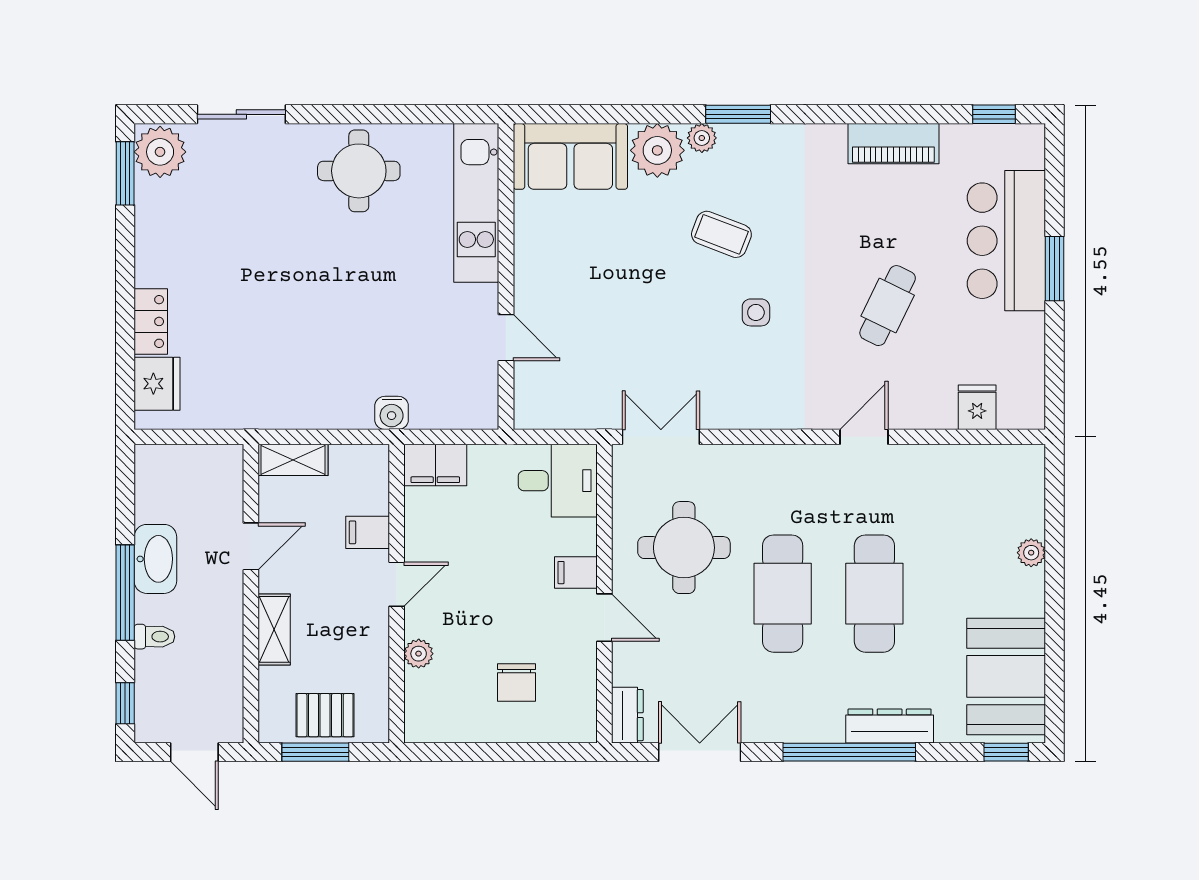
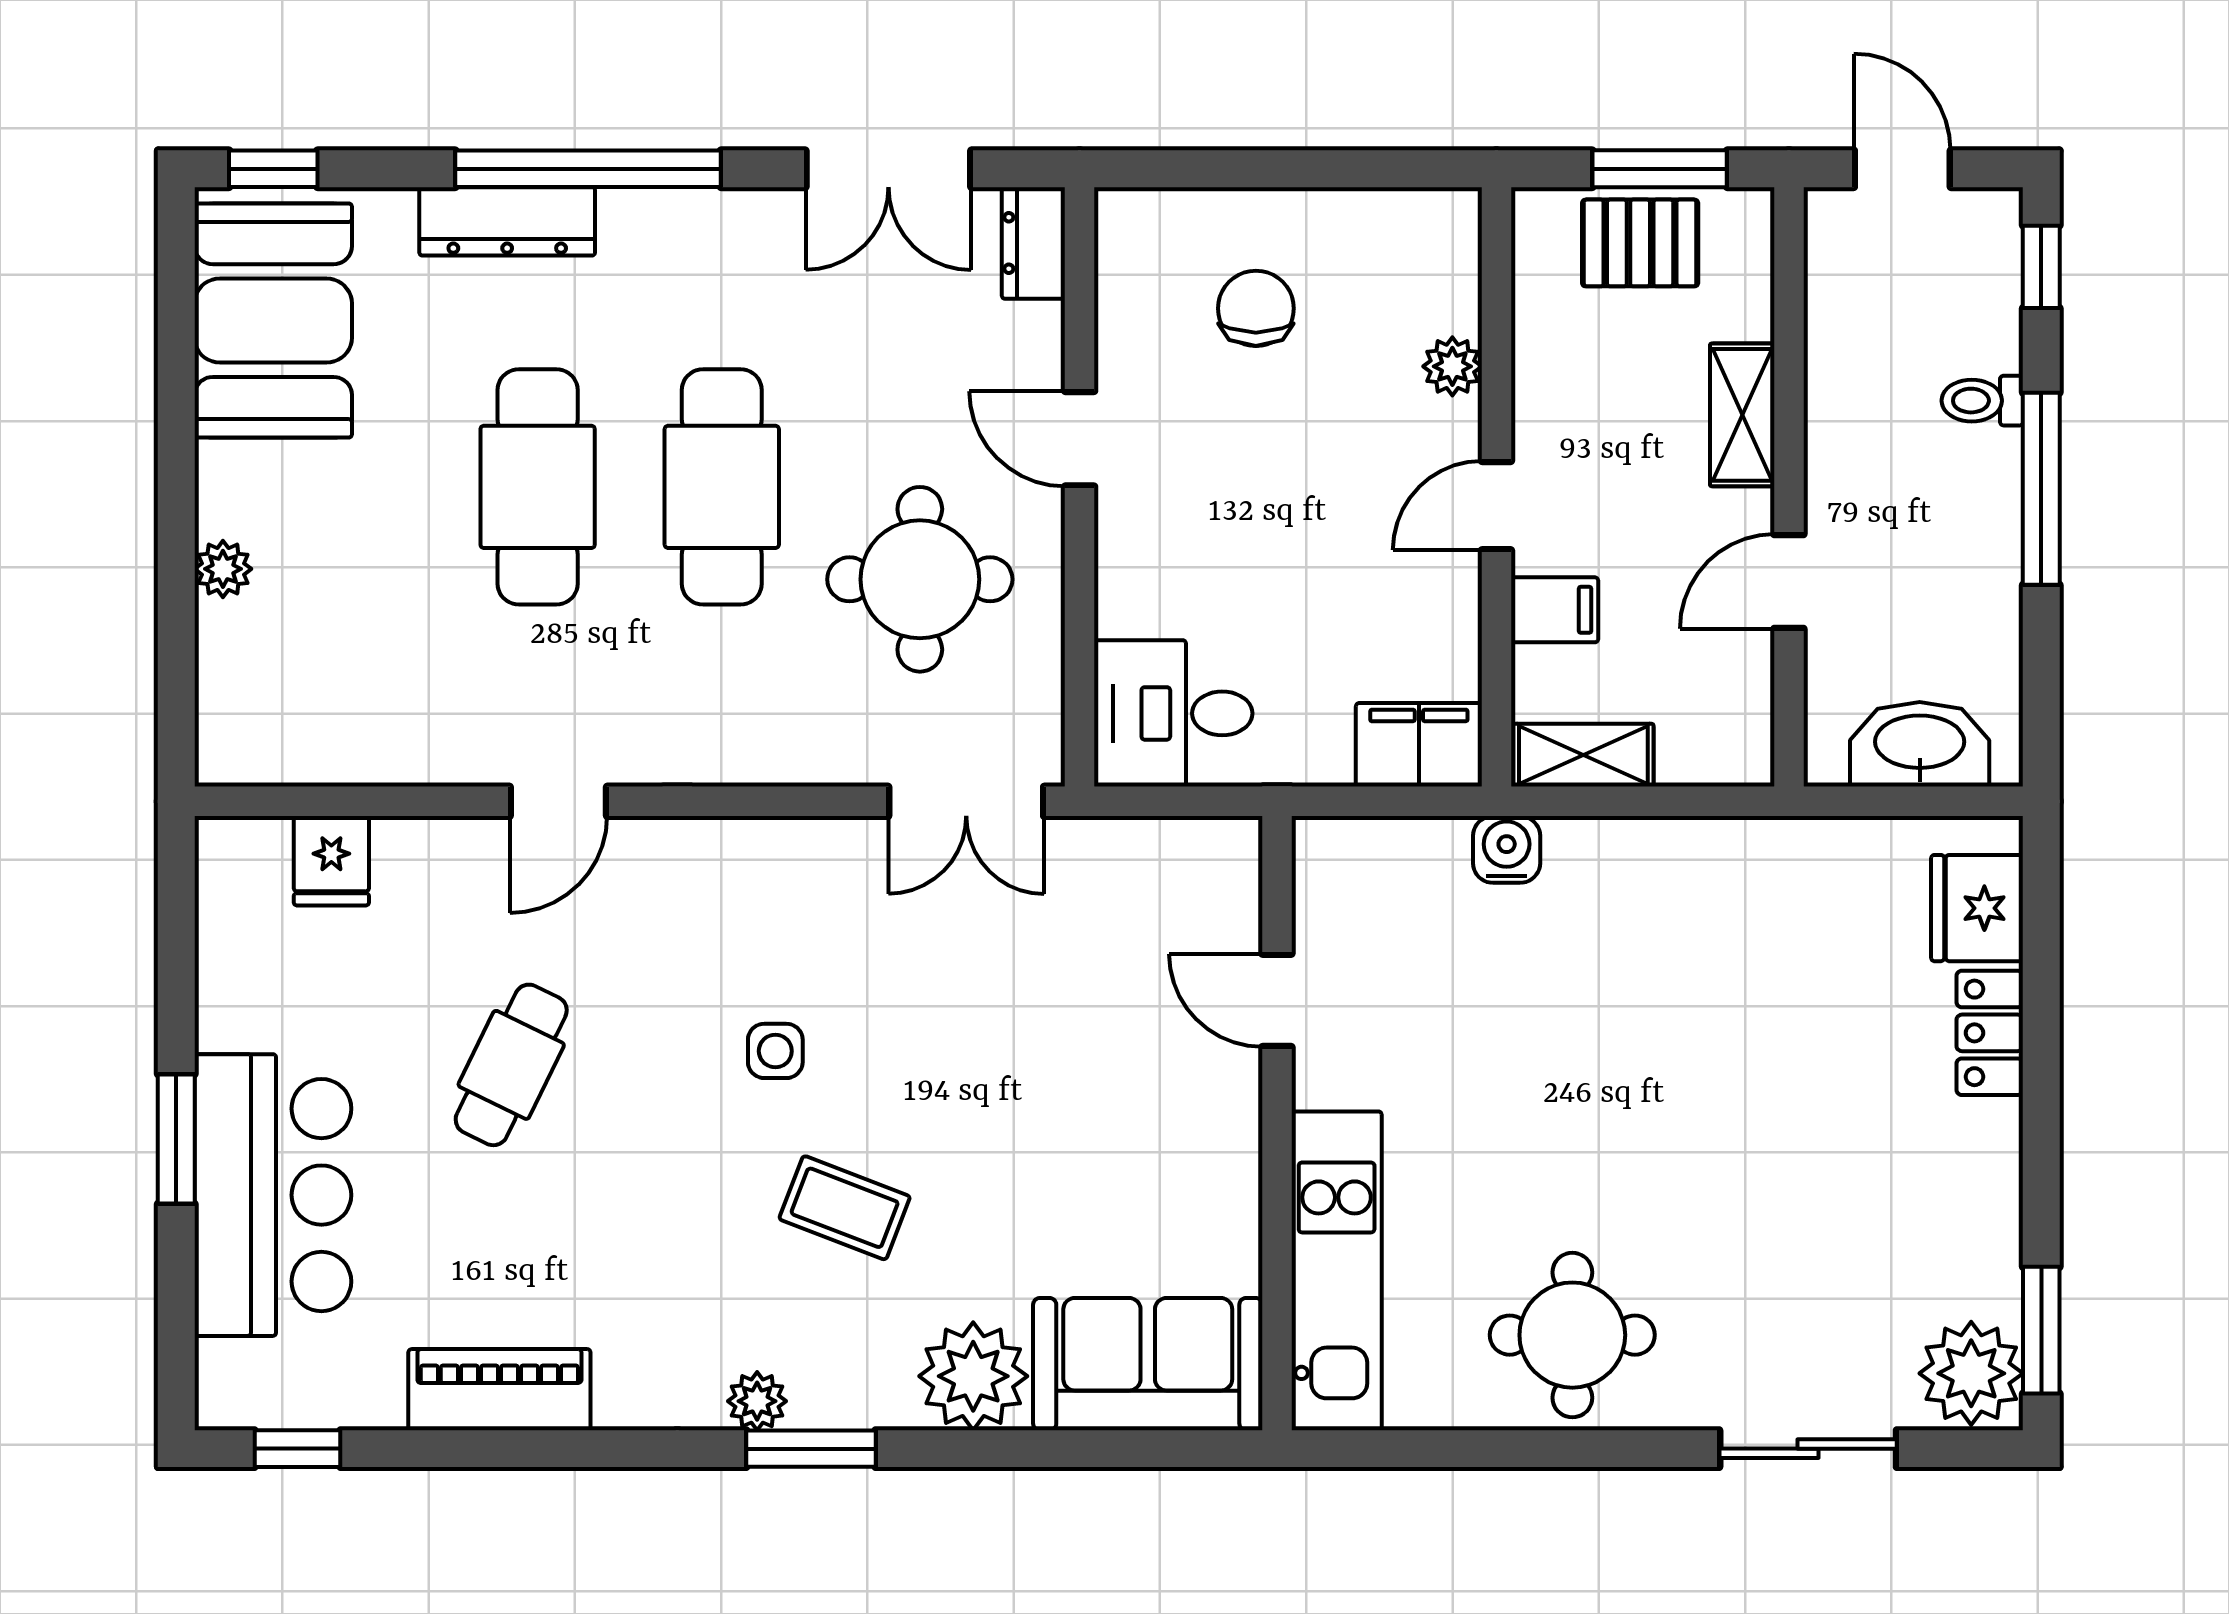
plant: (702, 138) -> (757, 1401), moved
shelving: (293, 460) -> (1583, 755), moved
washbasin: (155, 559) -> (1920, 744), moved, turned 90
filing cabinet: (576, 573) -> (1137, 529), removed

